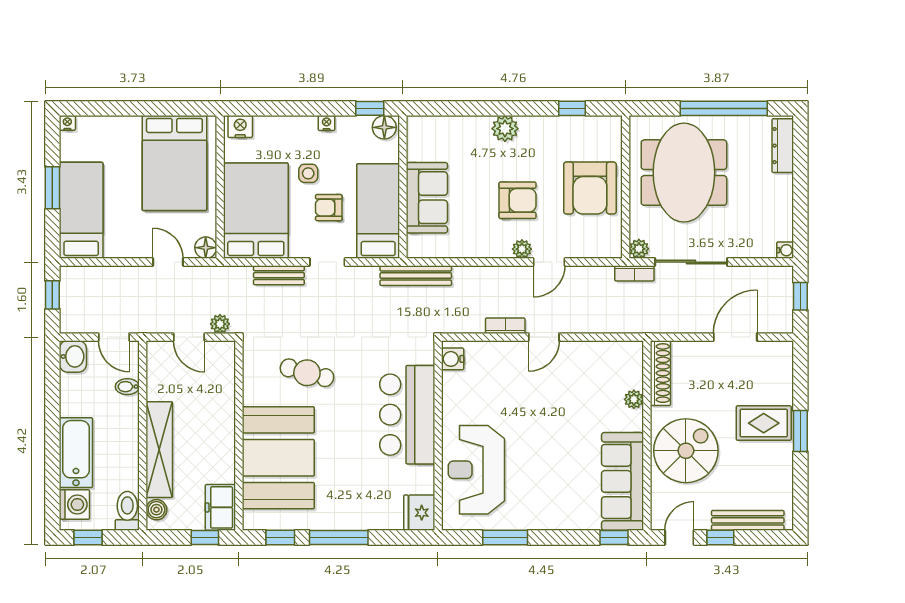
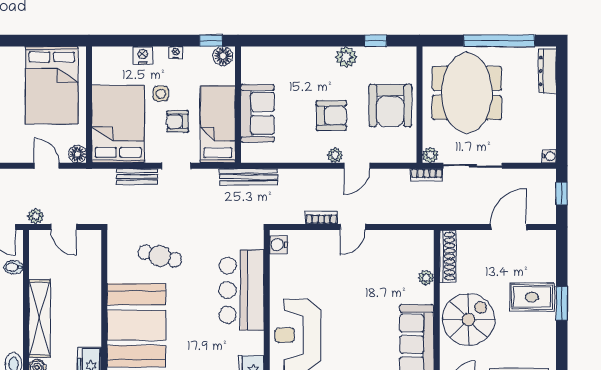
nightstand: (240, 127) -> (143, 55), moved
plant: (505, 129) -> (346, 57), moved
plant: (220, 324) -> (36, 216), moved

